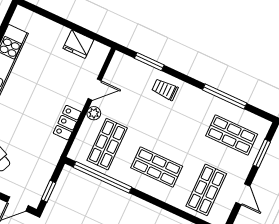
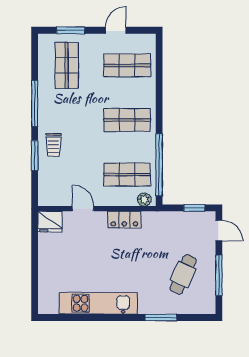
fridge: (78, 44) -> (50, 222), moved, turned 90
window: (149, 62) -> (35, 156), moved
window: (225, 96) -> (35, 103), moved
plant: (94, 113) -> (144, 200), moved
shop shelf: (157, 167) -> (127, 120), turned 90

